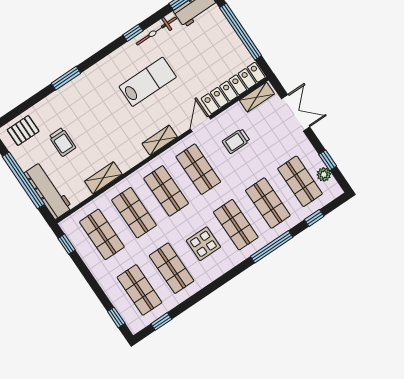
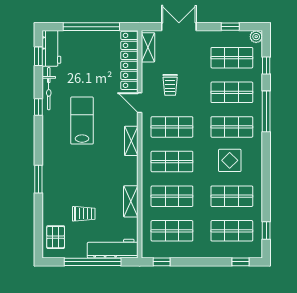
plant: (324, 174) -> (256, 37), moved

